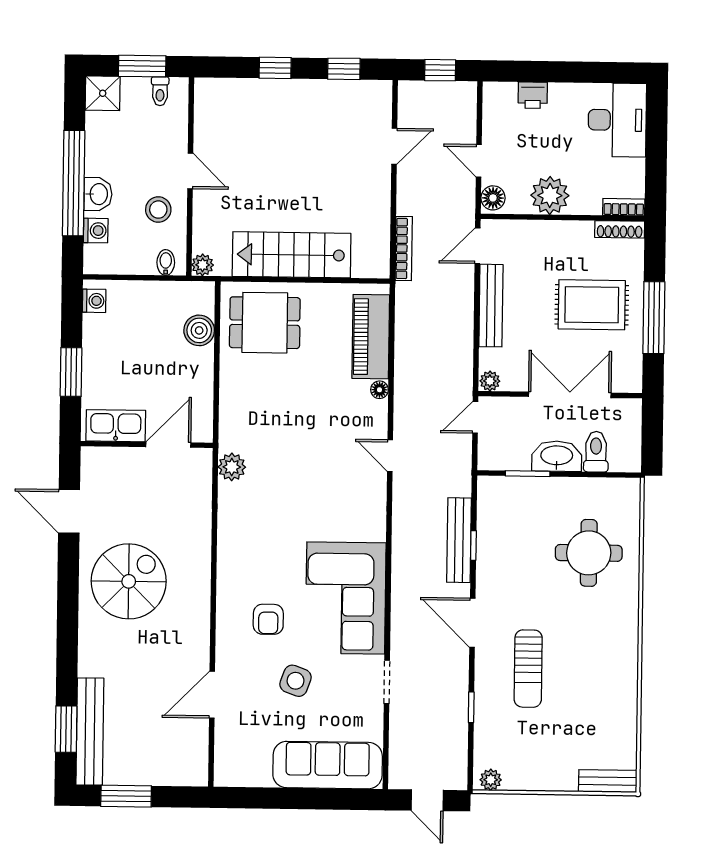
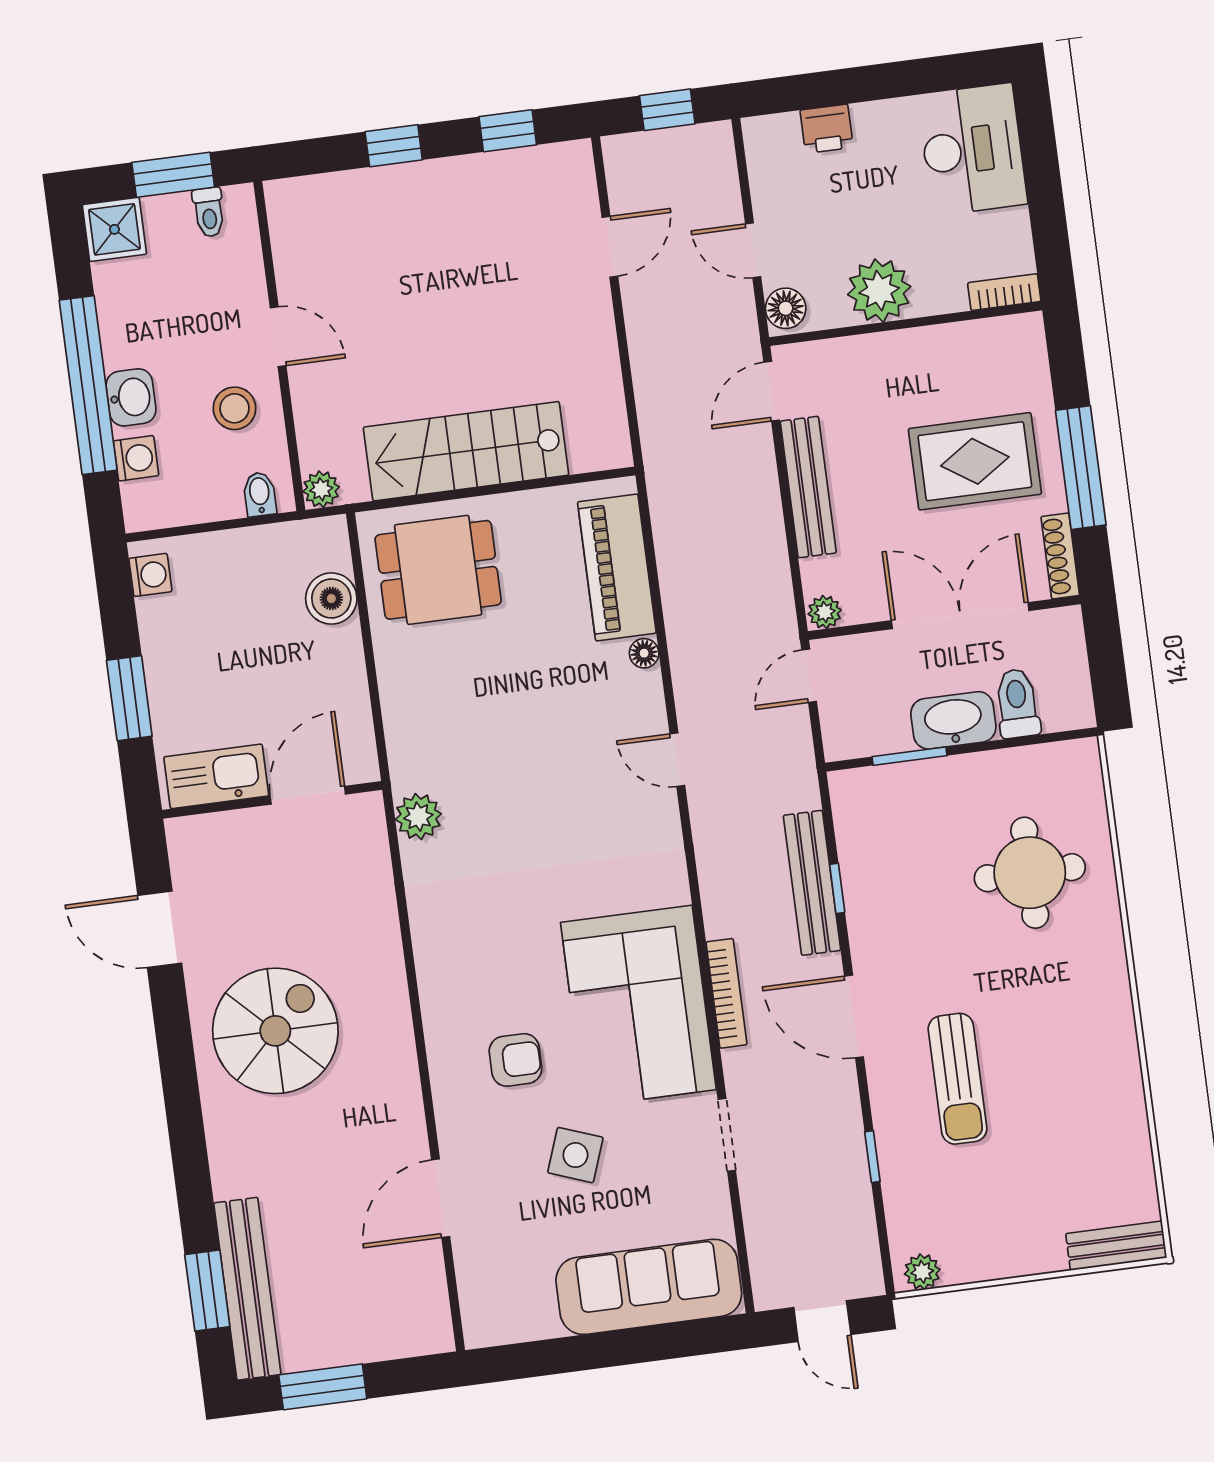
shoe rack: (620, 229) -> (1060, 556), moved, turned 90
bookcase: (404, 248) -> (726, 993), moved
armchair: (268, 619) -> (515, 1060), turned -90

